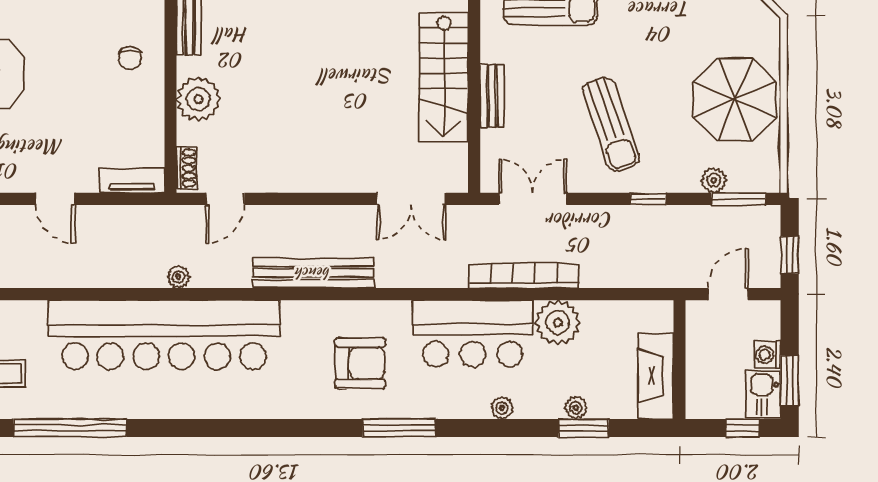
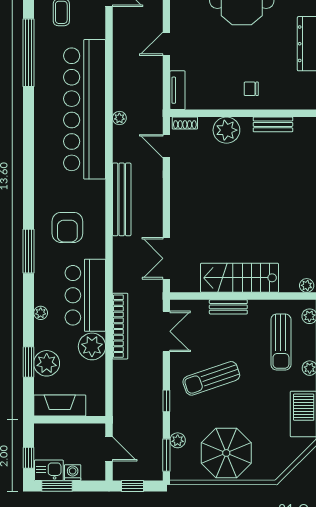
plant: (576, 408) -> (47, 363), width x1.88, depth x1.88

